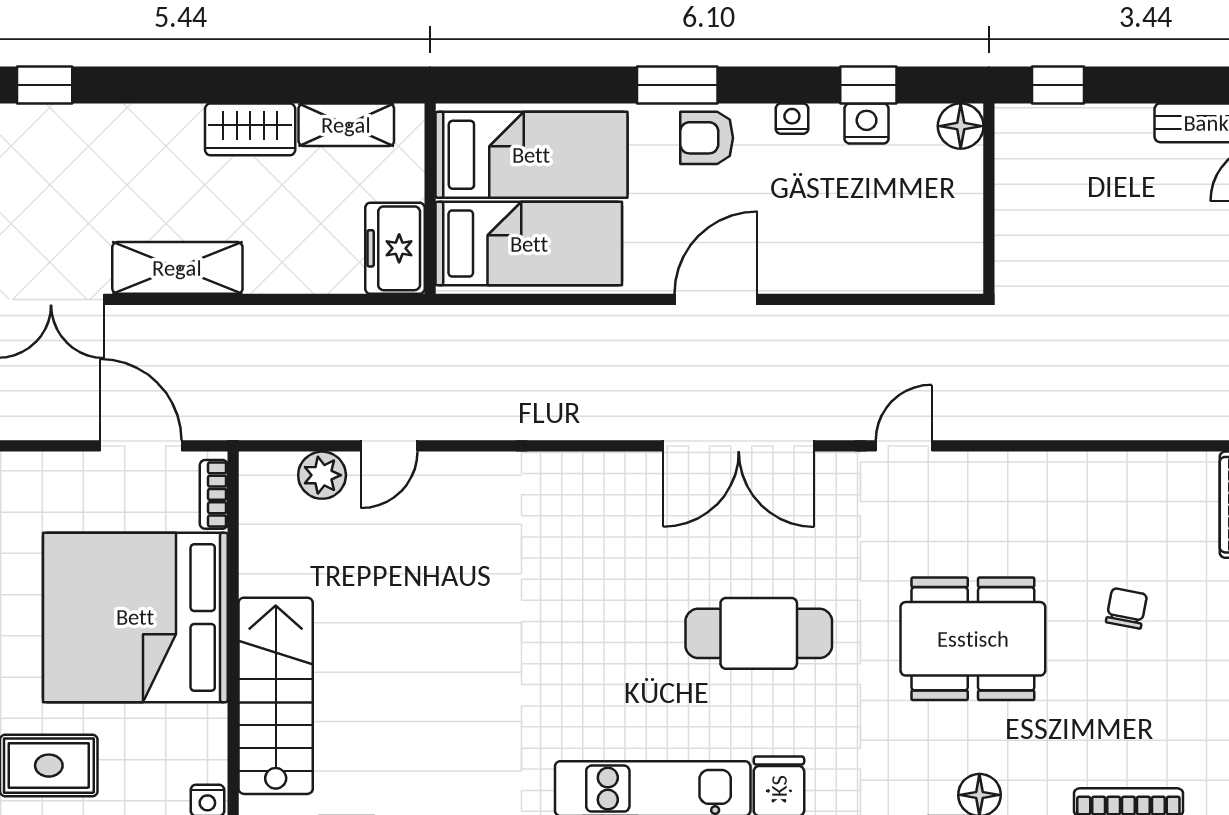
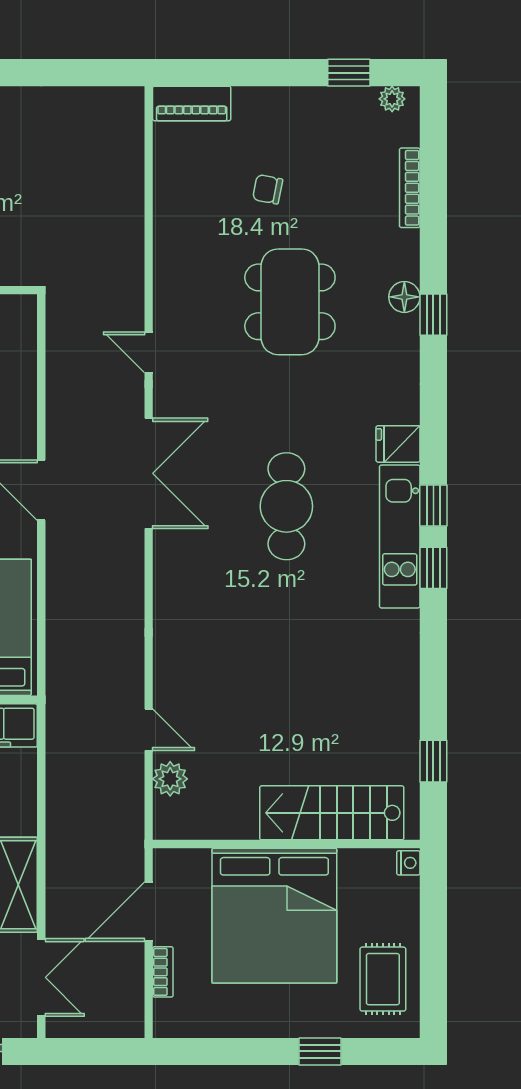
bookcase: (214, 494) -> (163, 972), moved, turned -90
cafe table: (759, 633) -> (286, 506), moved

